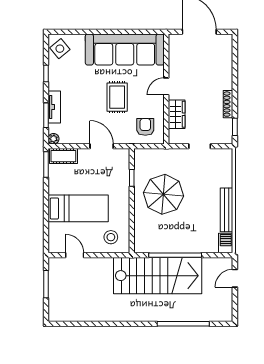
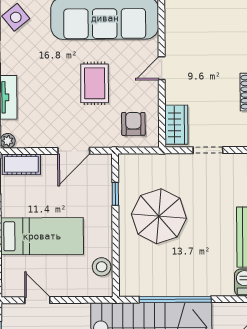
wardrobe: (177, 114) -> (176, 125), moved
door: (102, 146) -> (74, 151), swing flipped
stool: (111, 237) -> (102, 267), moved

